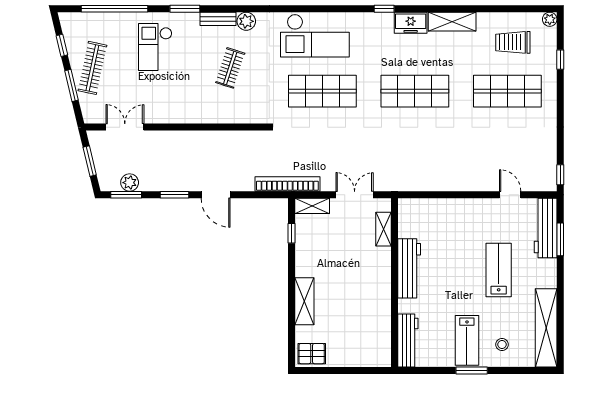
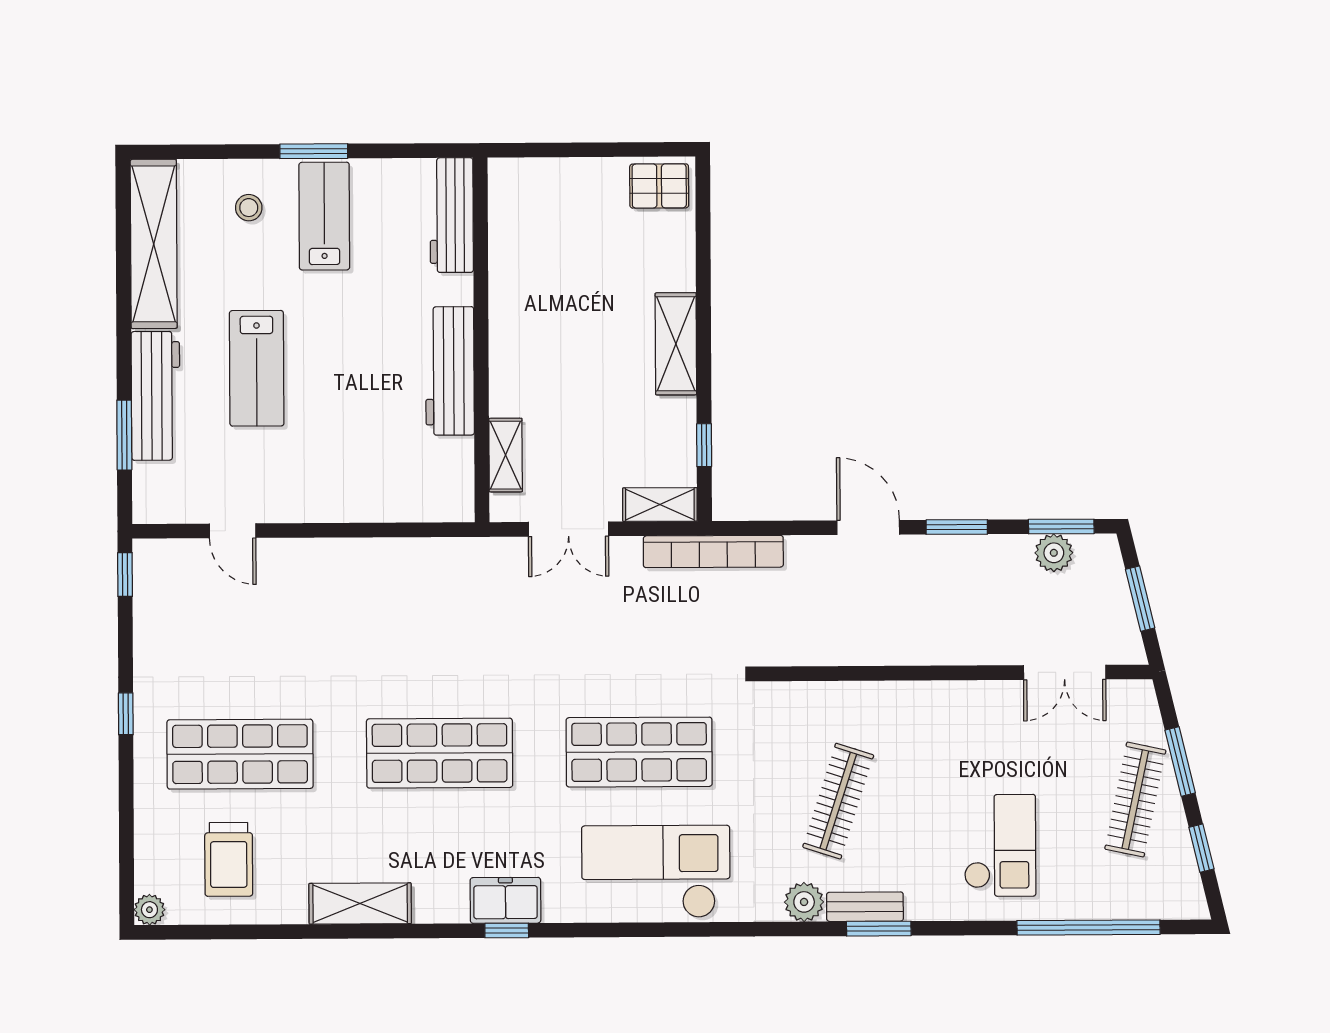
window: (185, 9) -> (879, 929), moved
freezer: (411, 23) -> (505, 900), moved
trolley: (513, 42) -> (229, 859), turned 90
window: (560, 60) -> (126, 714), moved
clothes rail: (230, 68) -> (838, 801), width x1.36
workbench: (546, 228) -> (156, 396), moved
shelving: (304, 301) -> (676, 344), moved

